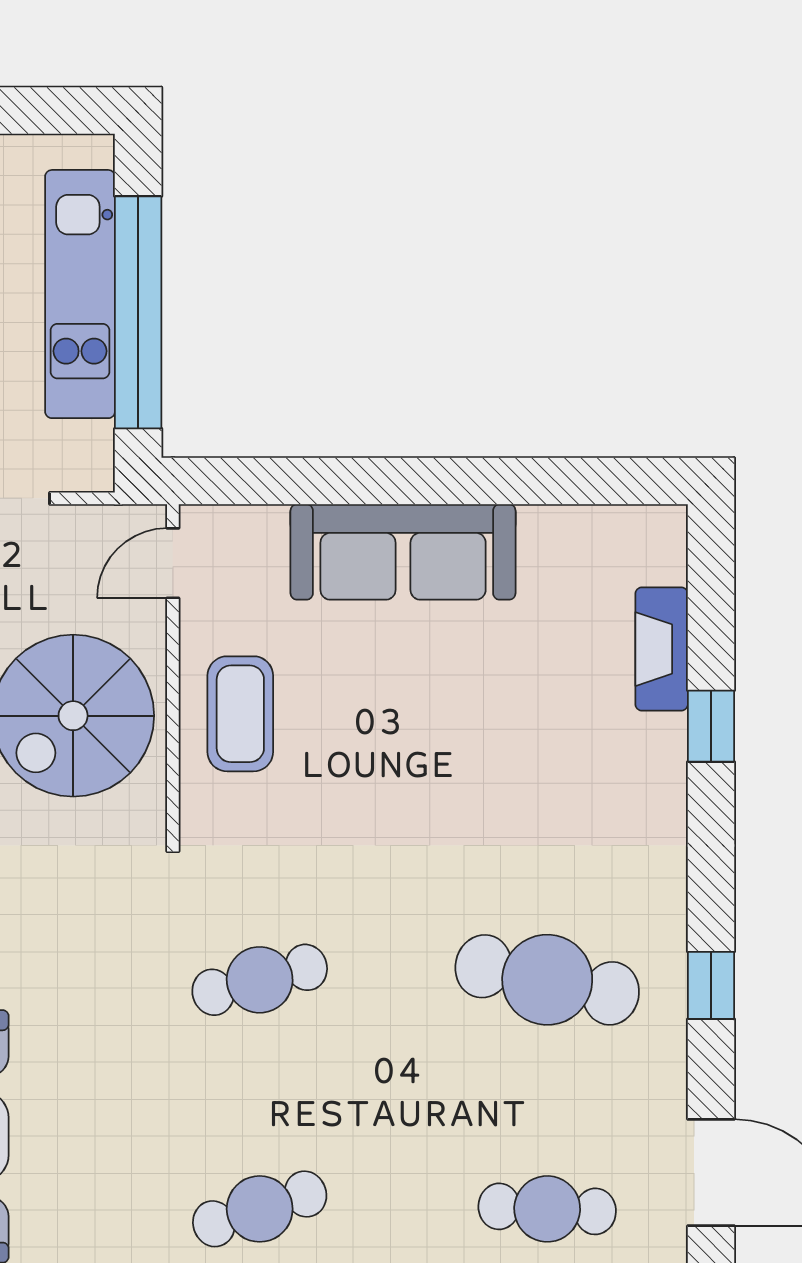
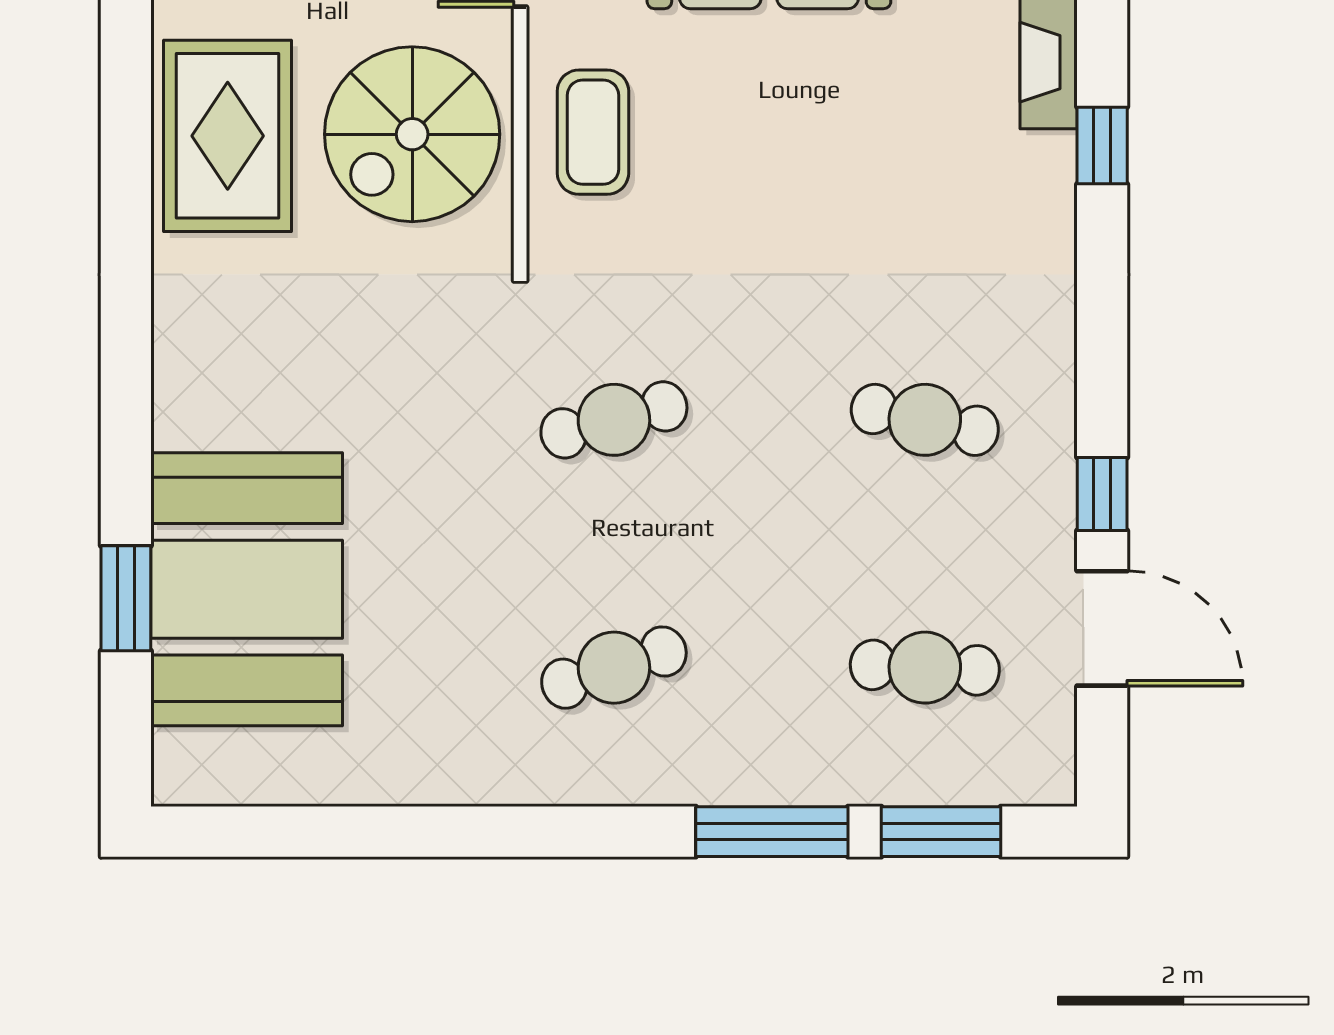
cafe table: (547, 980) -> (925, 420), width x0.73, depth x0.74
window: (711, 985) -> (1102, 494), moved

